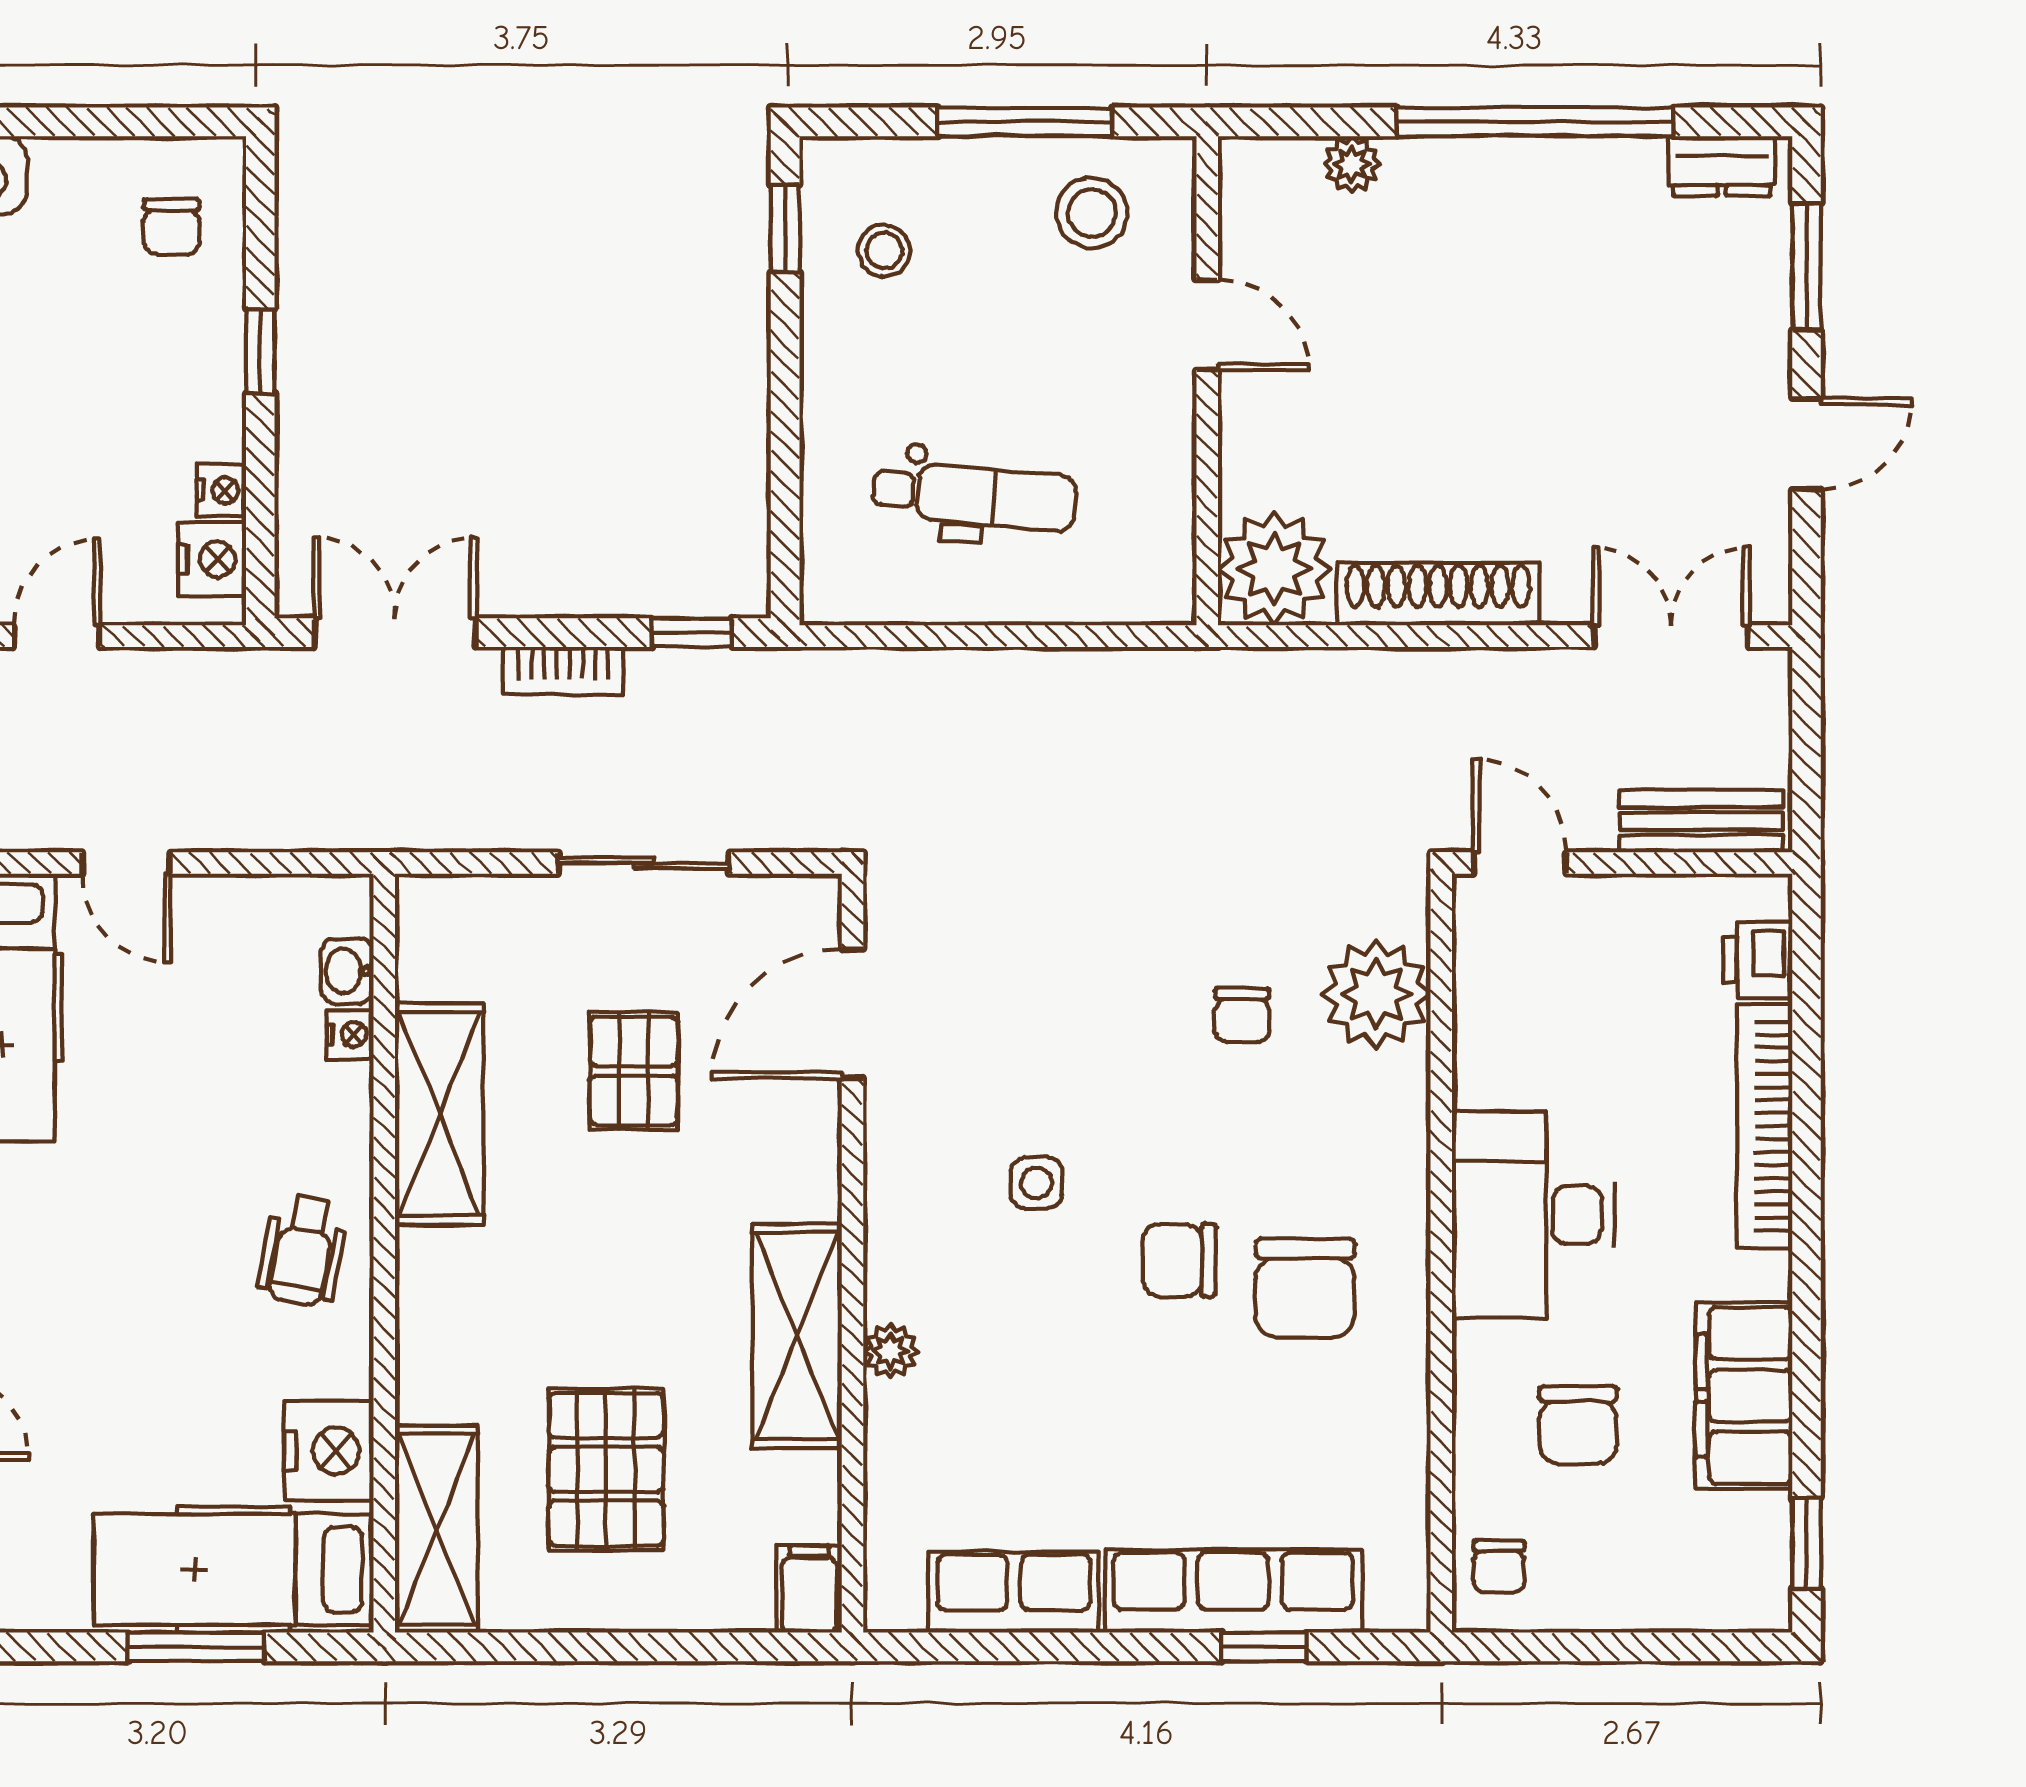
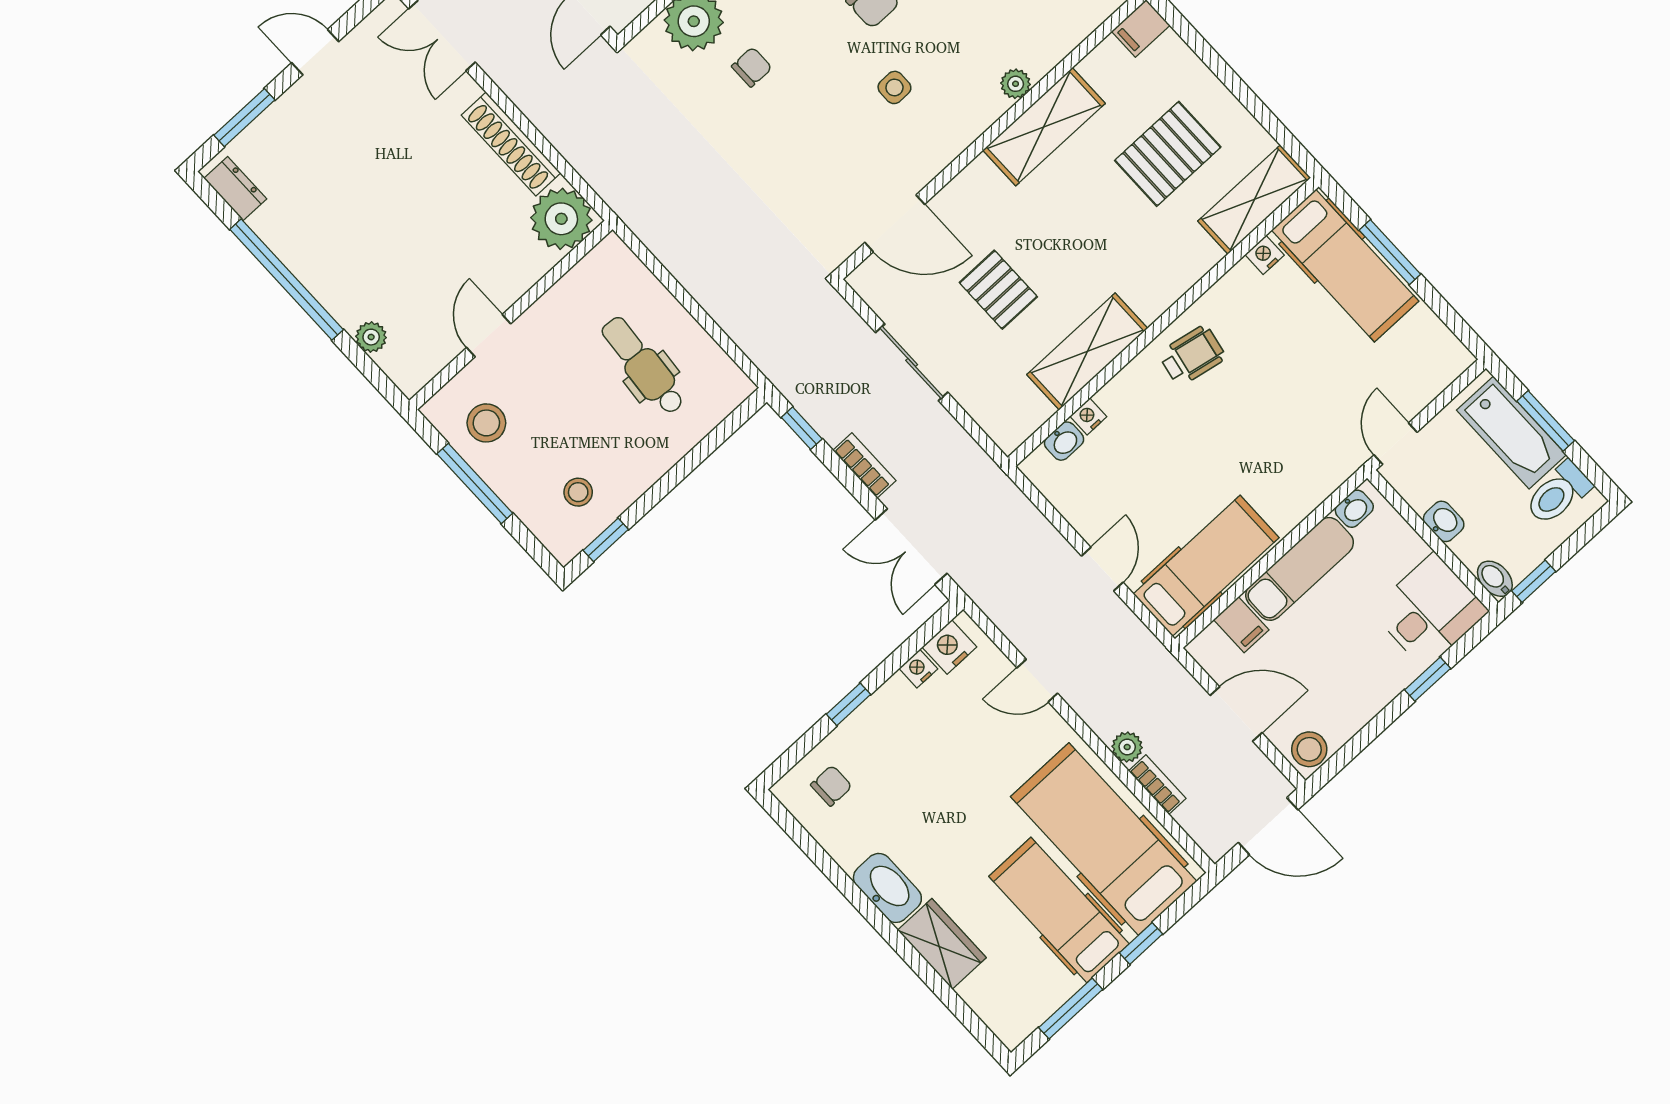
pallet: (634, 1071) -> (998, 290), turned 90
nightstand: (329, 1451) -> (1265, 255), width x0.53, depth x0.56

